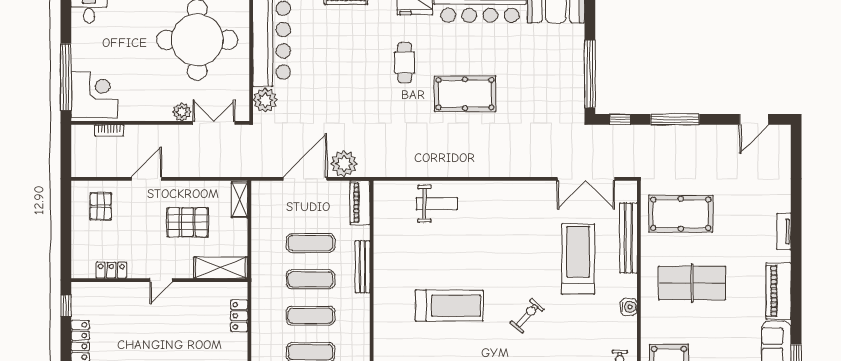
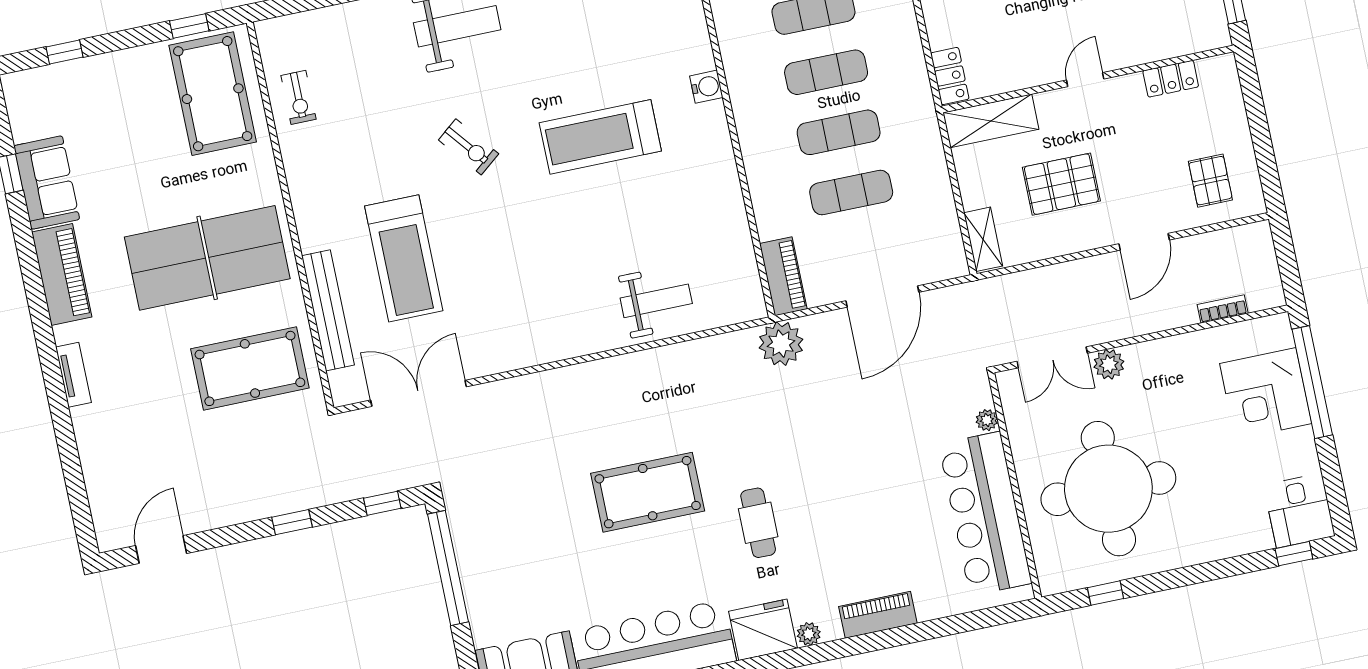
corner desk: (94, 95) -> (1266, 394), moved
plant: (265, 100) -> (987, 420), width x0.53, depth x0.53
window: (675, 119) -> (292, 522), width x0.46
plant: (344, 164) -> (781, 344), moved
weight bench: (437, 204) -> (656, 301), turned 180
bench: (363, 267) -> (757, 171), removed
table tennis table: (692, 283) -> (207, 258), width x1.36, depth x1.32
water cooler: (629, 307) -> (706, 87), moved, turned 180
locker: (239, 316) -> (950, 76), moved
exercise bike: (527, 316) -> (469, 147), turned -81

